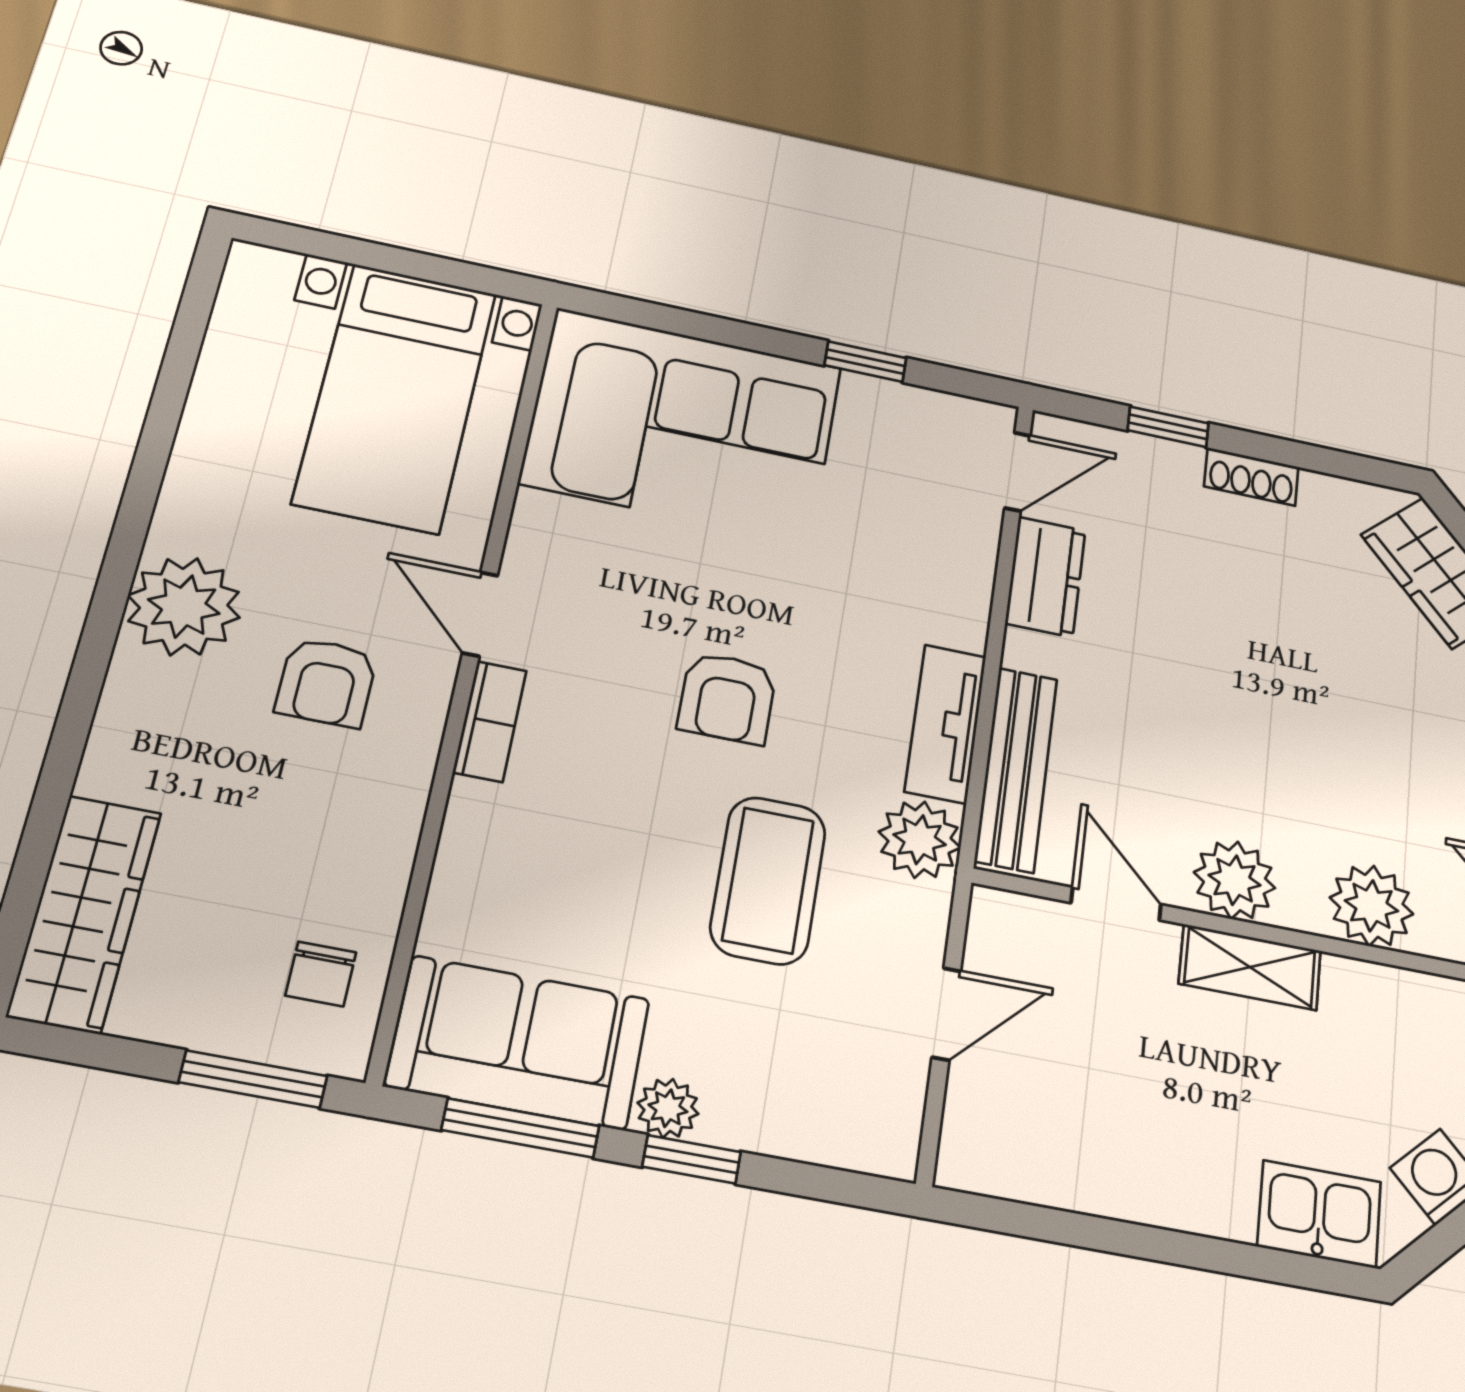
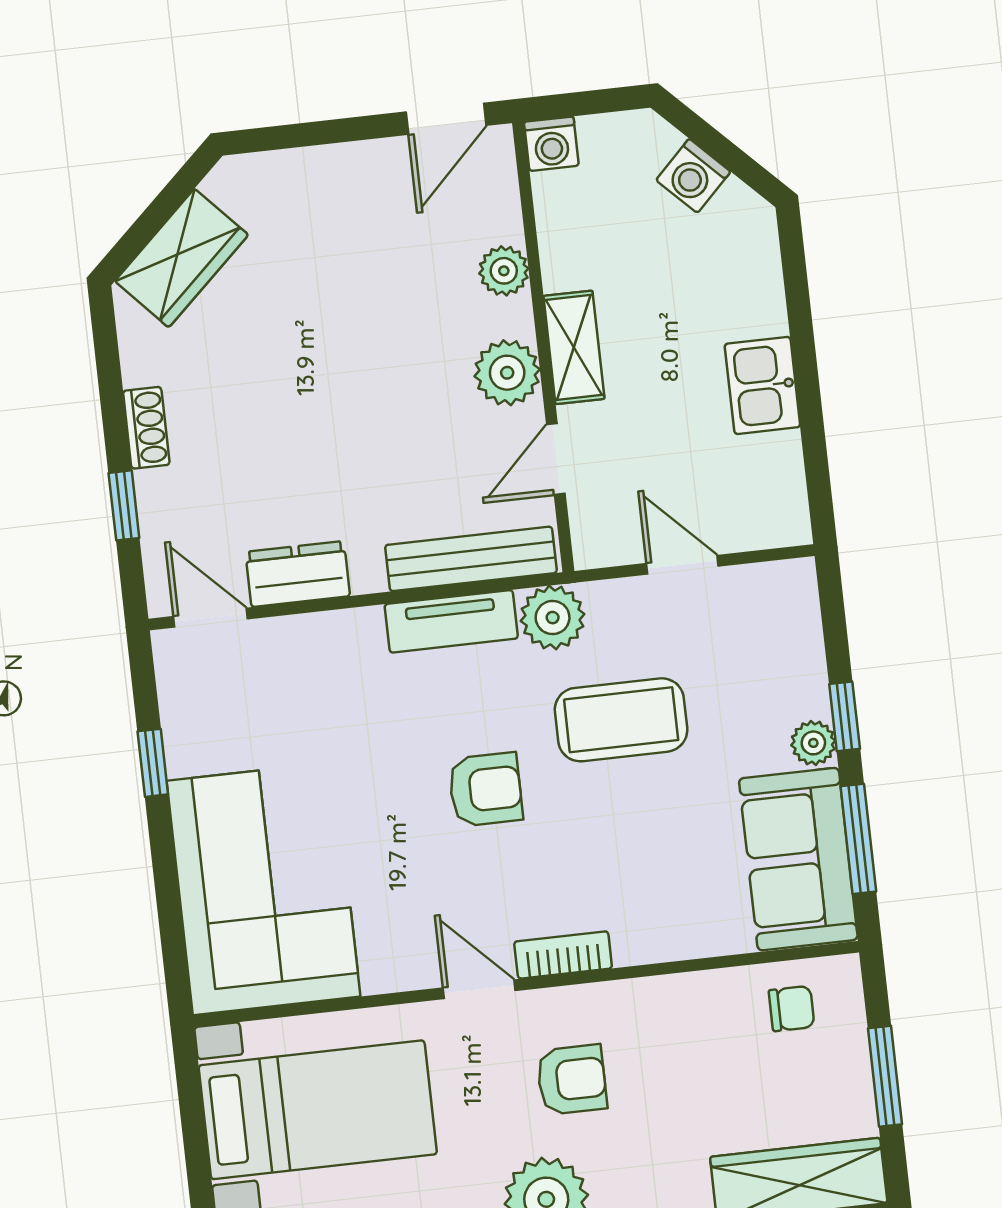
door: (480, 614) -> (479, 989), swing flipped
plant: (1371, 906) -> (504, 271), width x0.73, depth x0.73
window: (253, 1079) -> (885, 1076), moved
kitchen sink: (1319, 1214) -> (762, 385), moved

